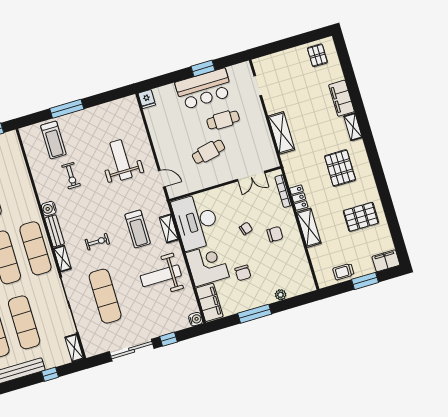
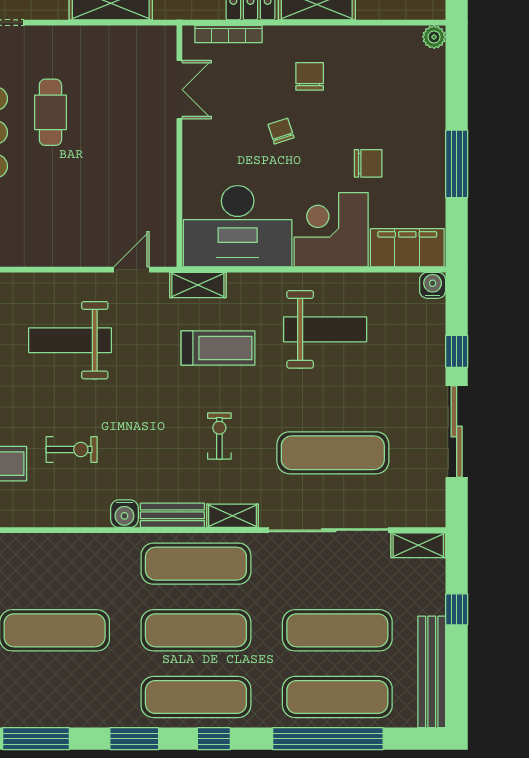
cafe table: (208, 152) -> (105, 160), removed
shelving: (169, 229) -> (198, 285), moved
weight bench: (161, 276) -> (325, 329), turned -90
plant: (281, 295) -> (434, 37), moved

